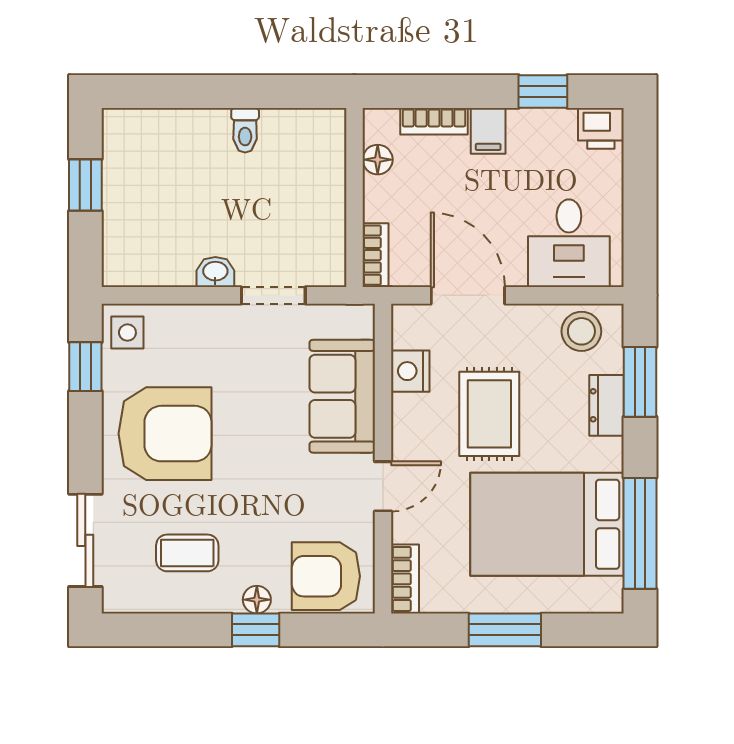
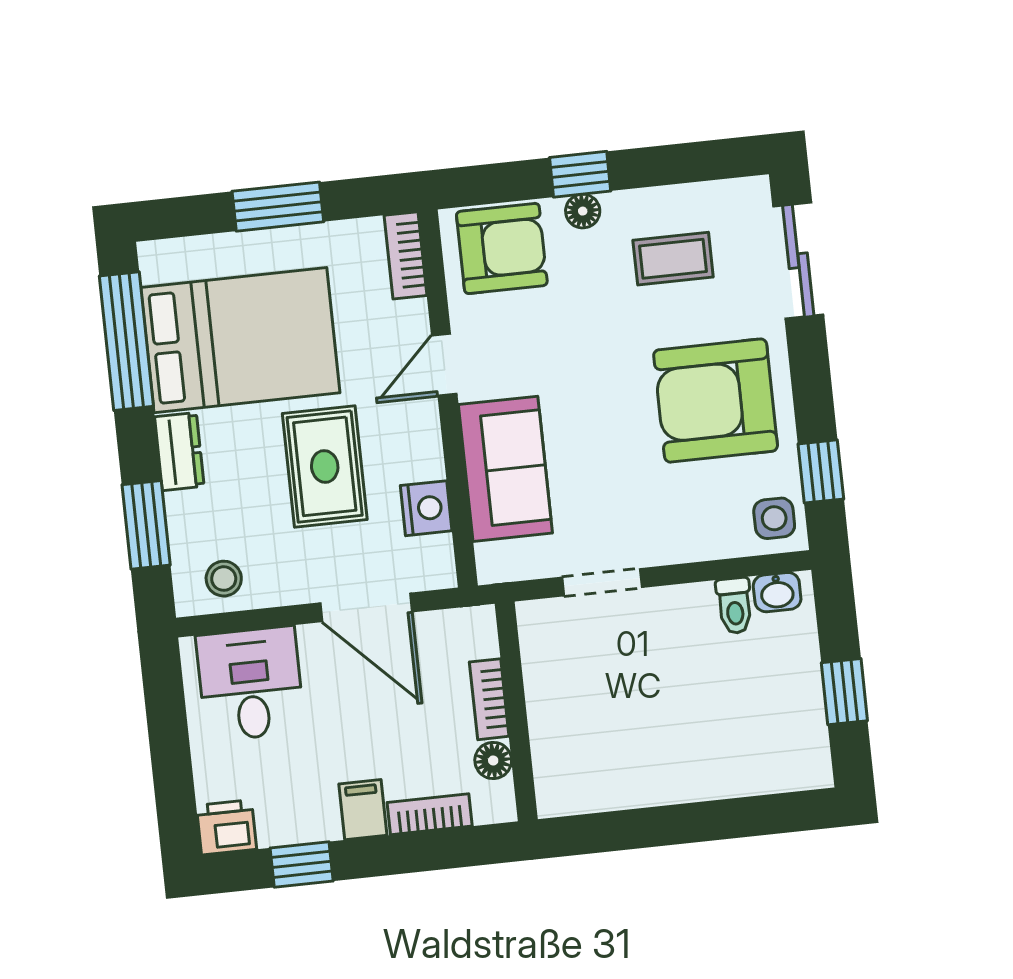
toilet: (245, 130) -> (735, 606), moved, turned 180
bookcase: (376, 255) -> (489, 699), moved
washbasin: (215, 272) -> (777, 592), moved
stool: (581, 331) -> (224, 579), width x0.73, depth x0.73
dresser: (607, 405) -> (179, 452), moved

